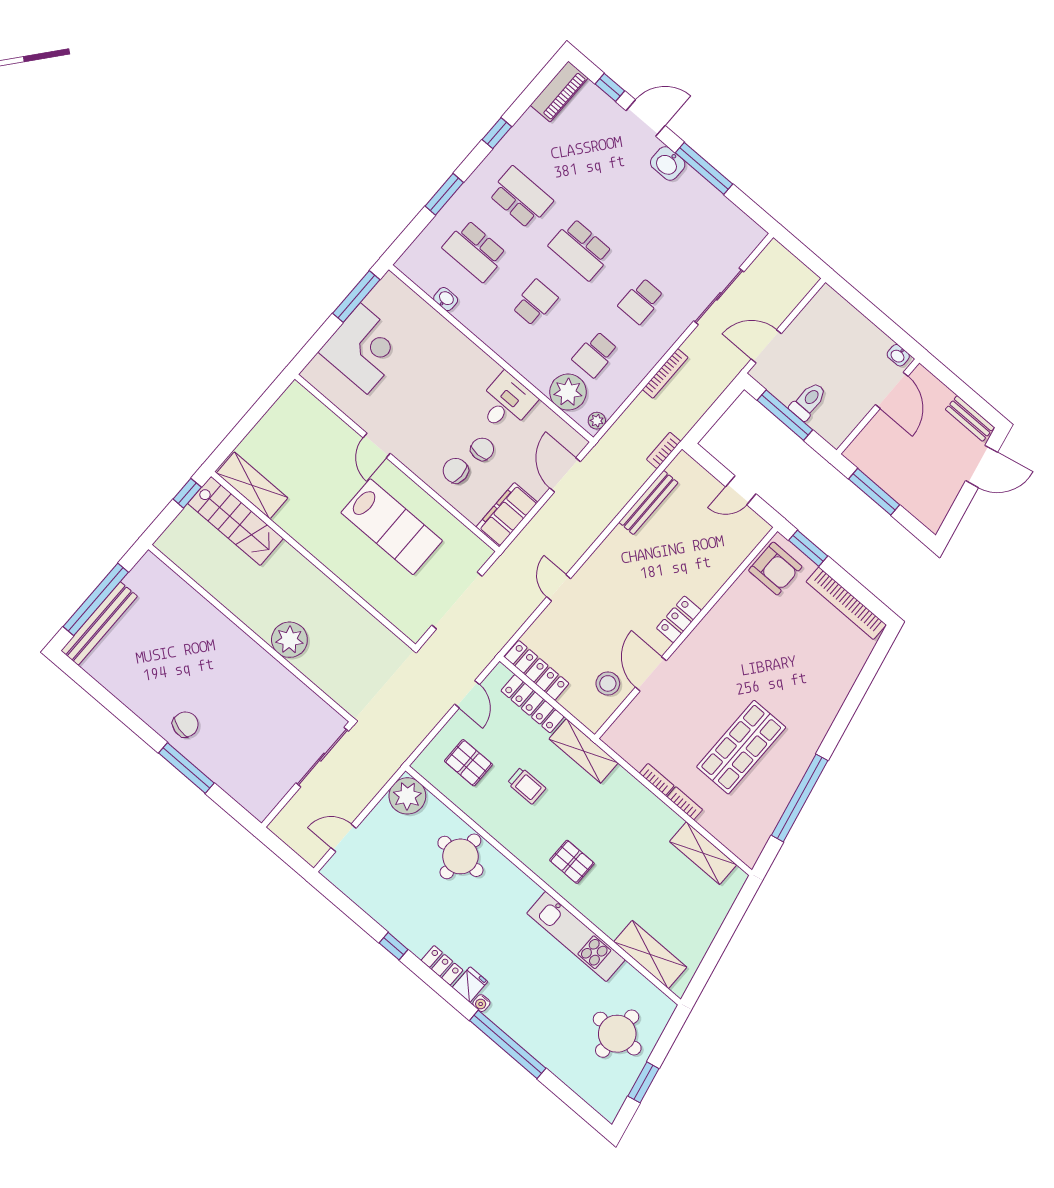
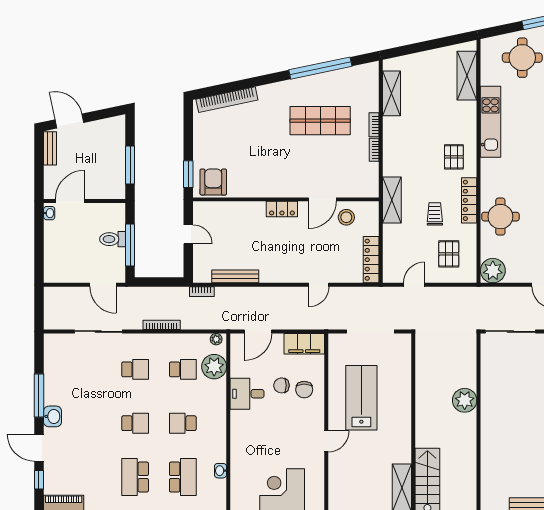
school desk: (581, 249) -> (135, 423), width x0.54
bookcase: (846, 603) -> (227, 100), moved, turned 78
locker: (532, 704) -> (469, 200), moved, turned 180

